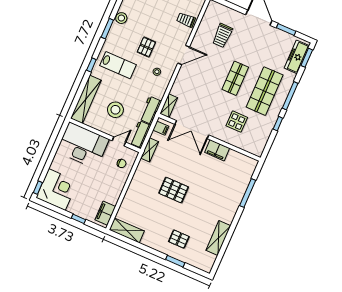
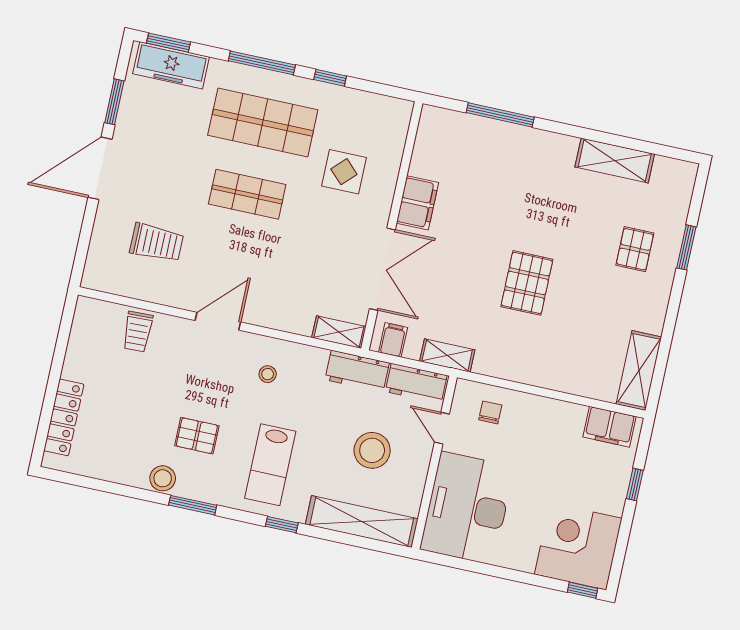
pallet: (146, 47) -> (197, 436), moved
door: (184, 55) -> (218, 321), hinge flipped
lab bench: (118, 65) -> (270, 465), turned 180

